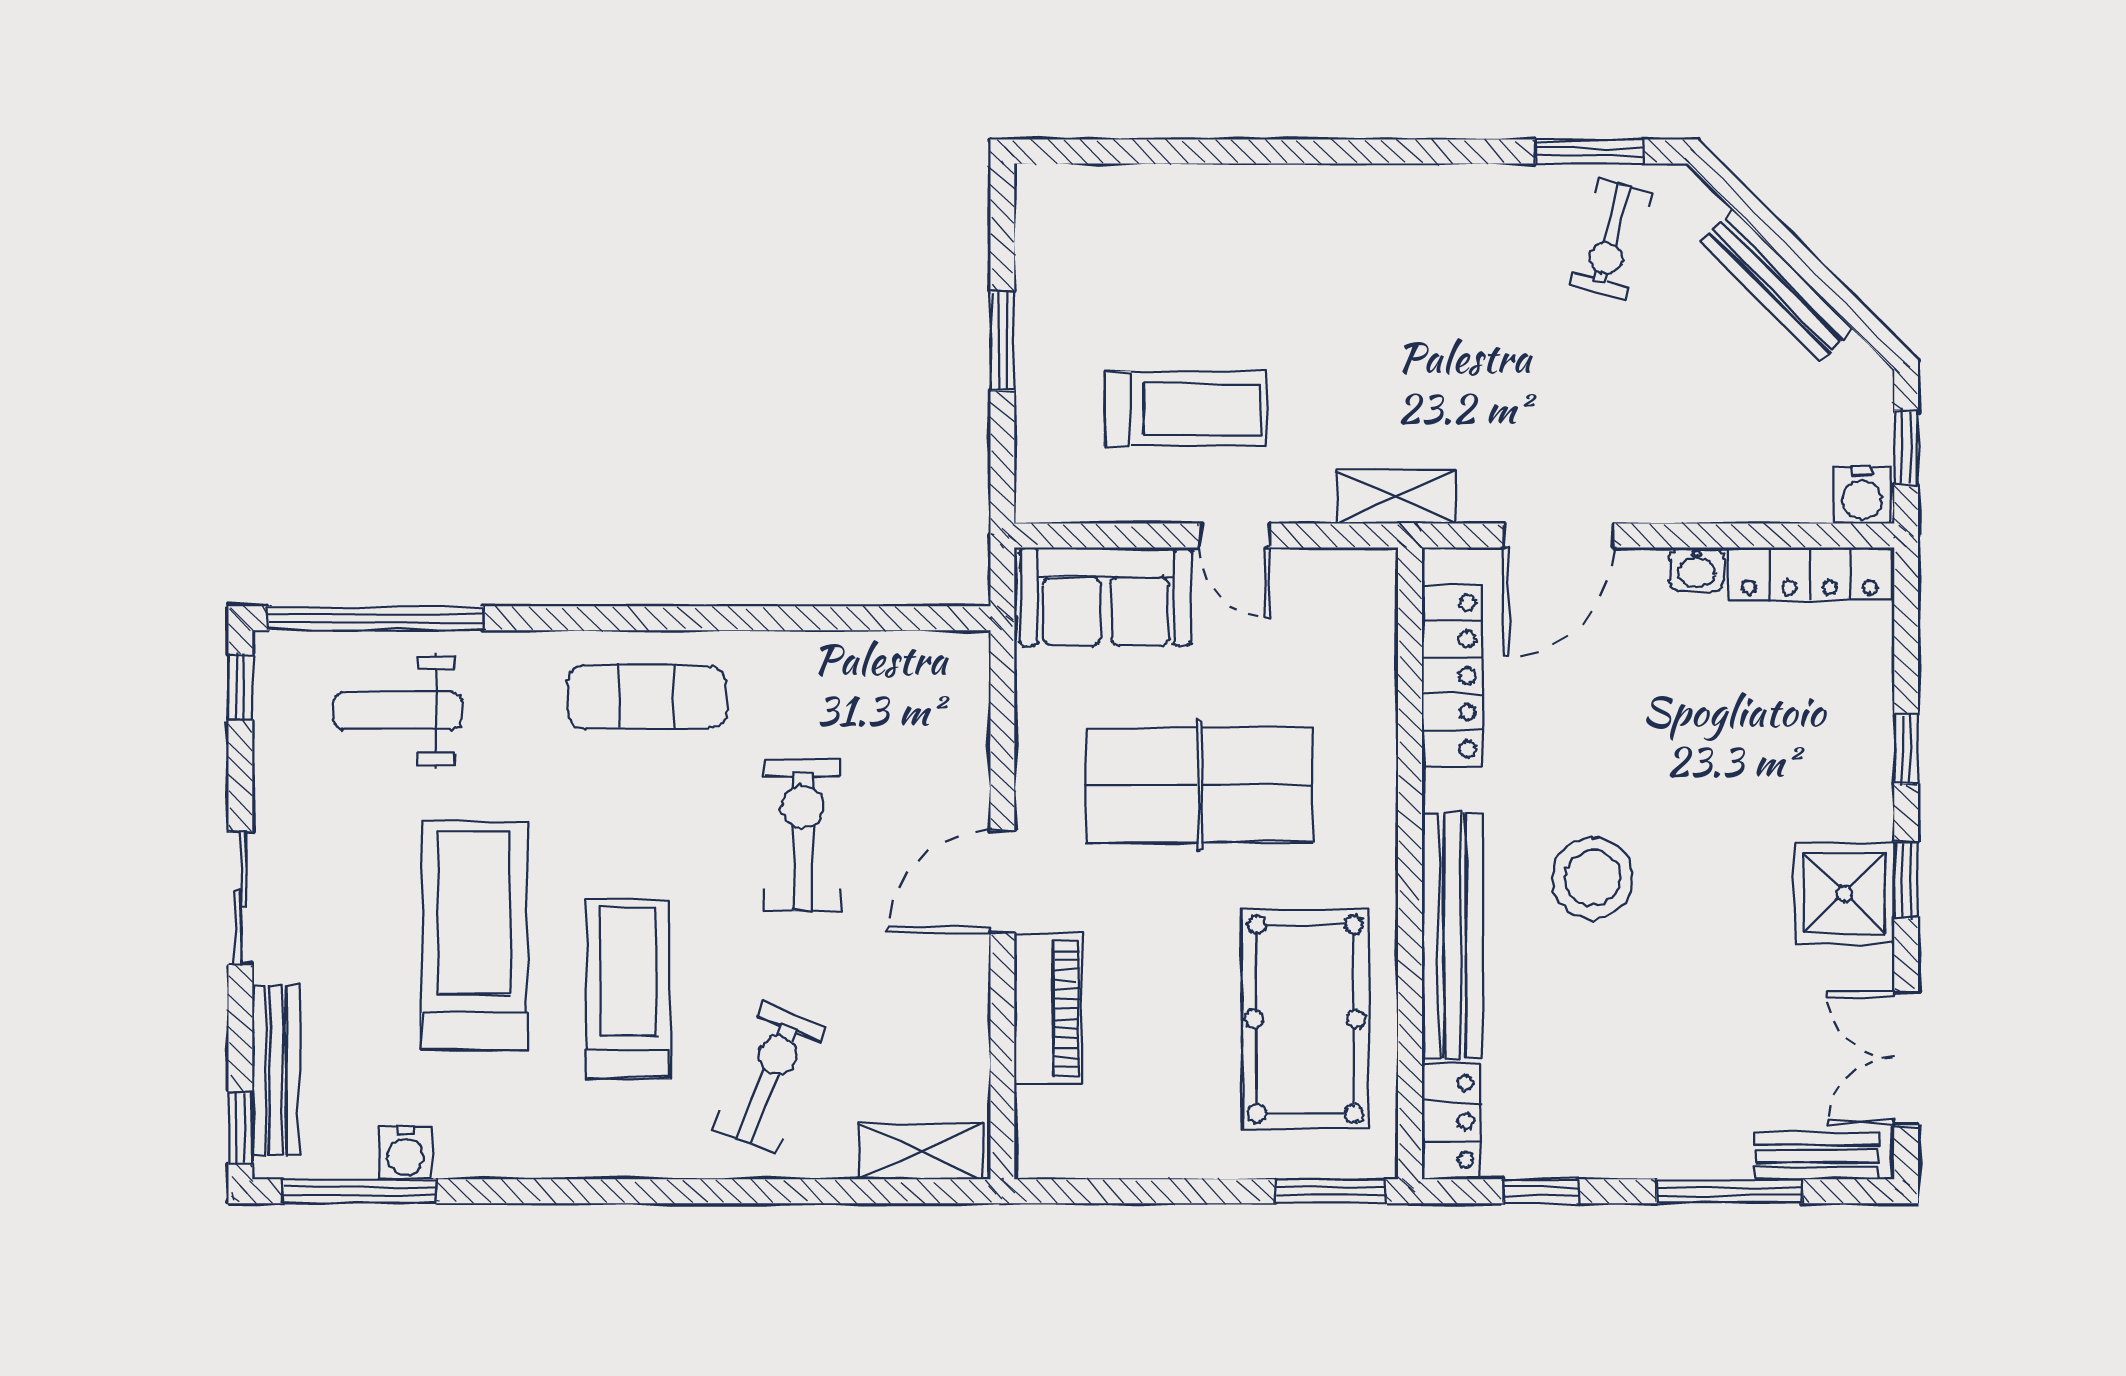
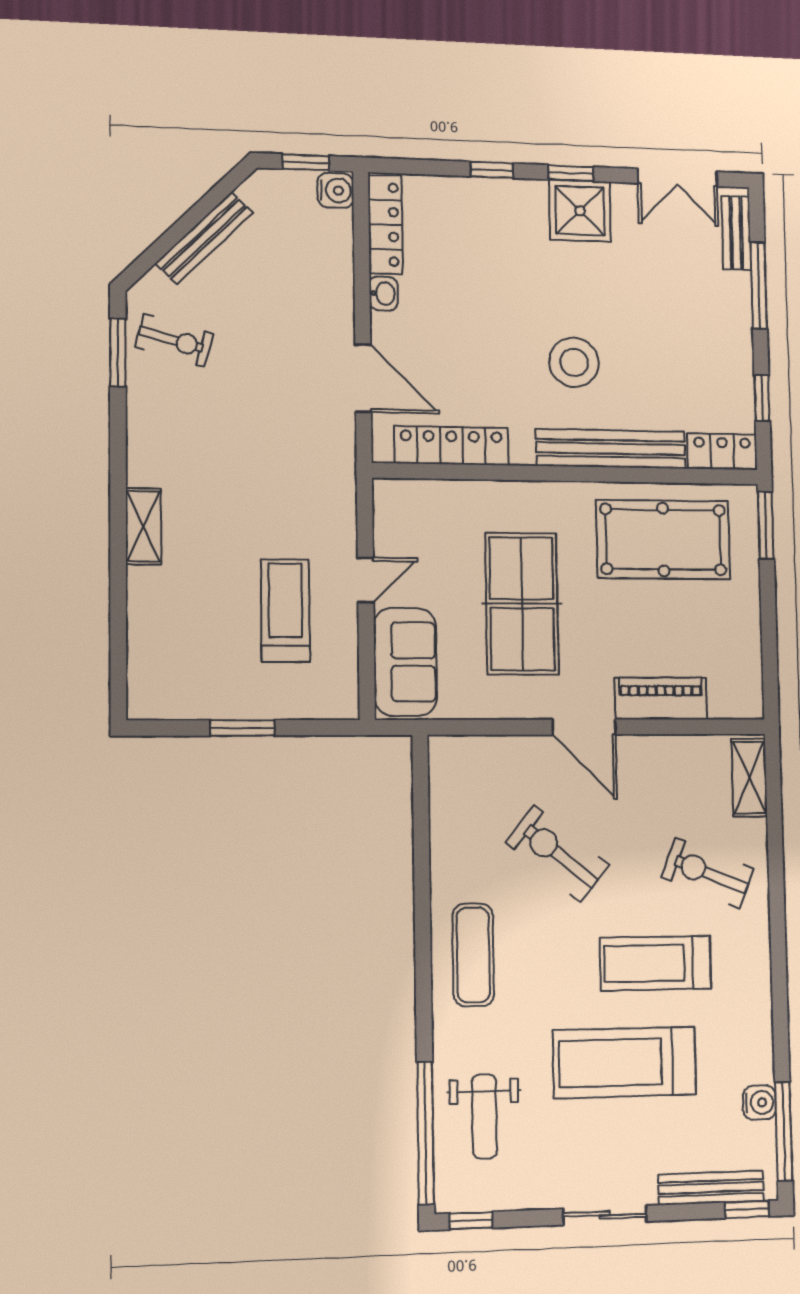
shelving: (1396, 497) -> (143, 526), moved
exercise bike: (803, 834) -> (557, 854), turned 39

